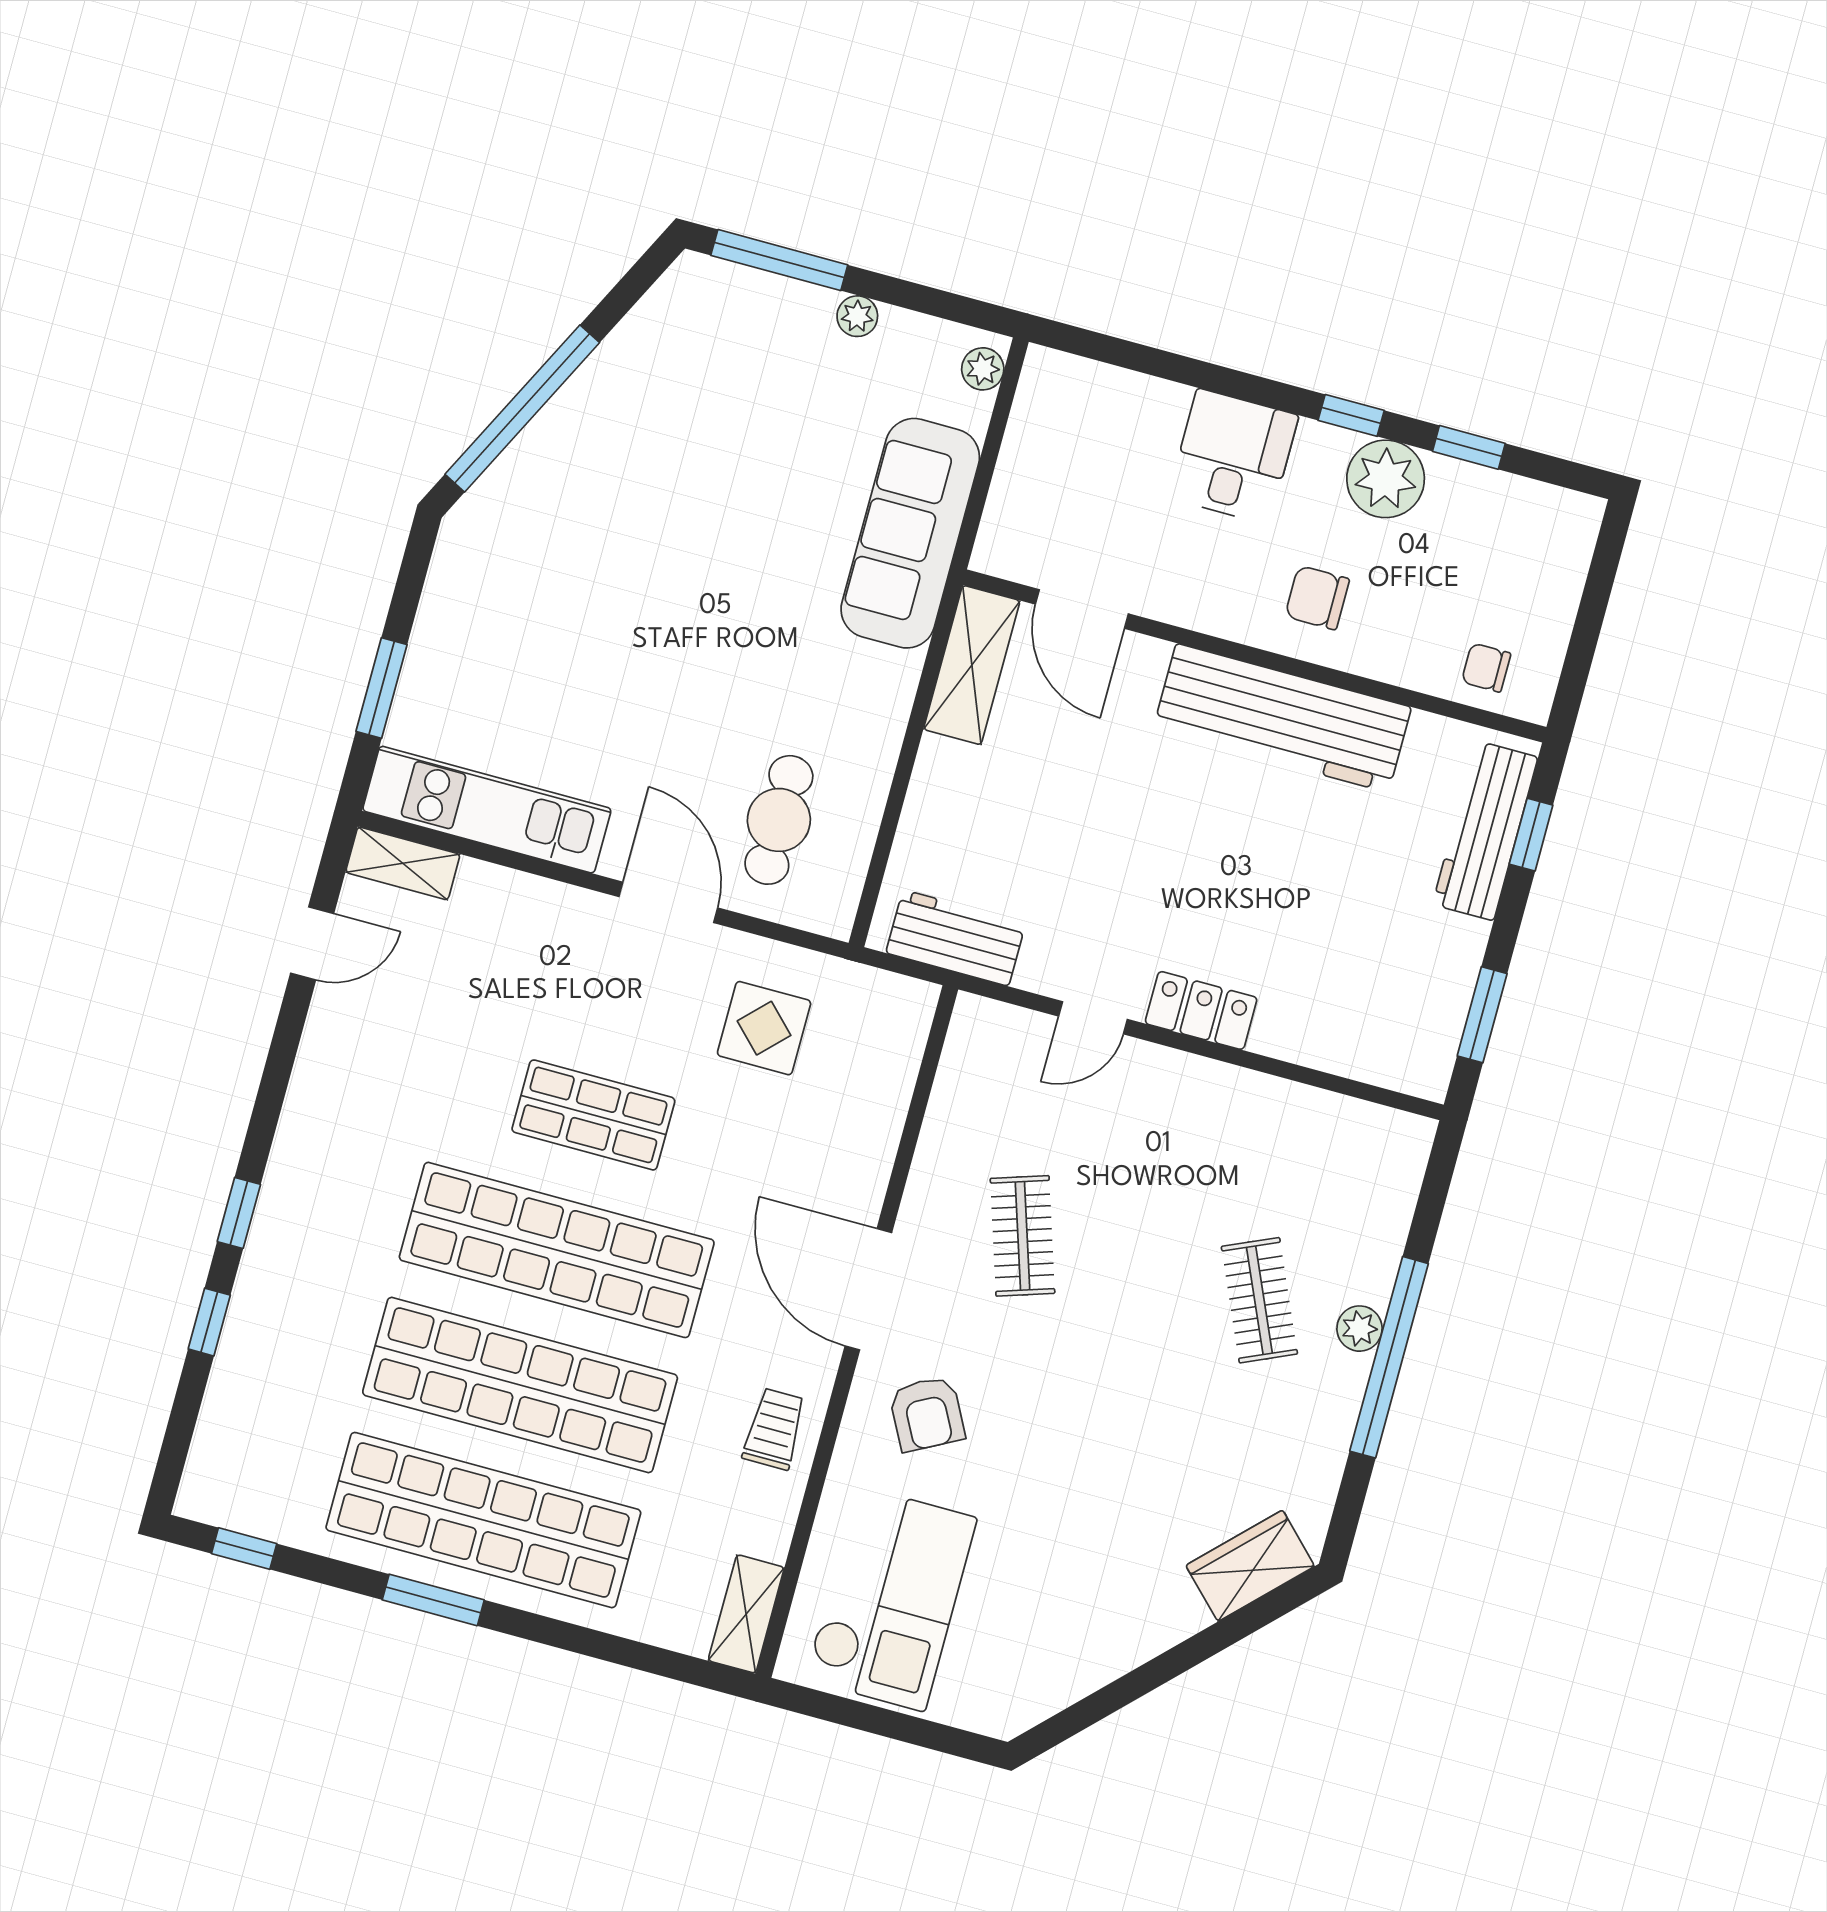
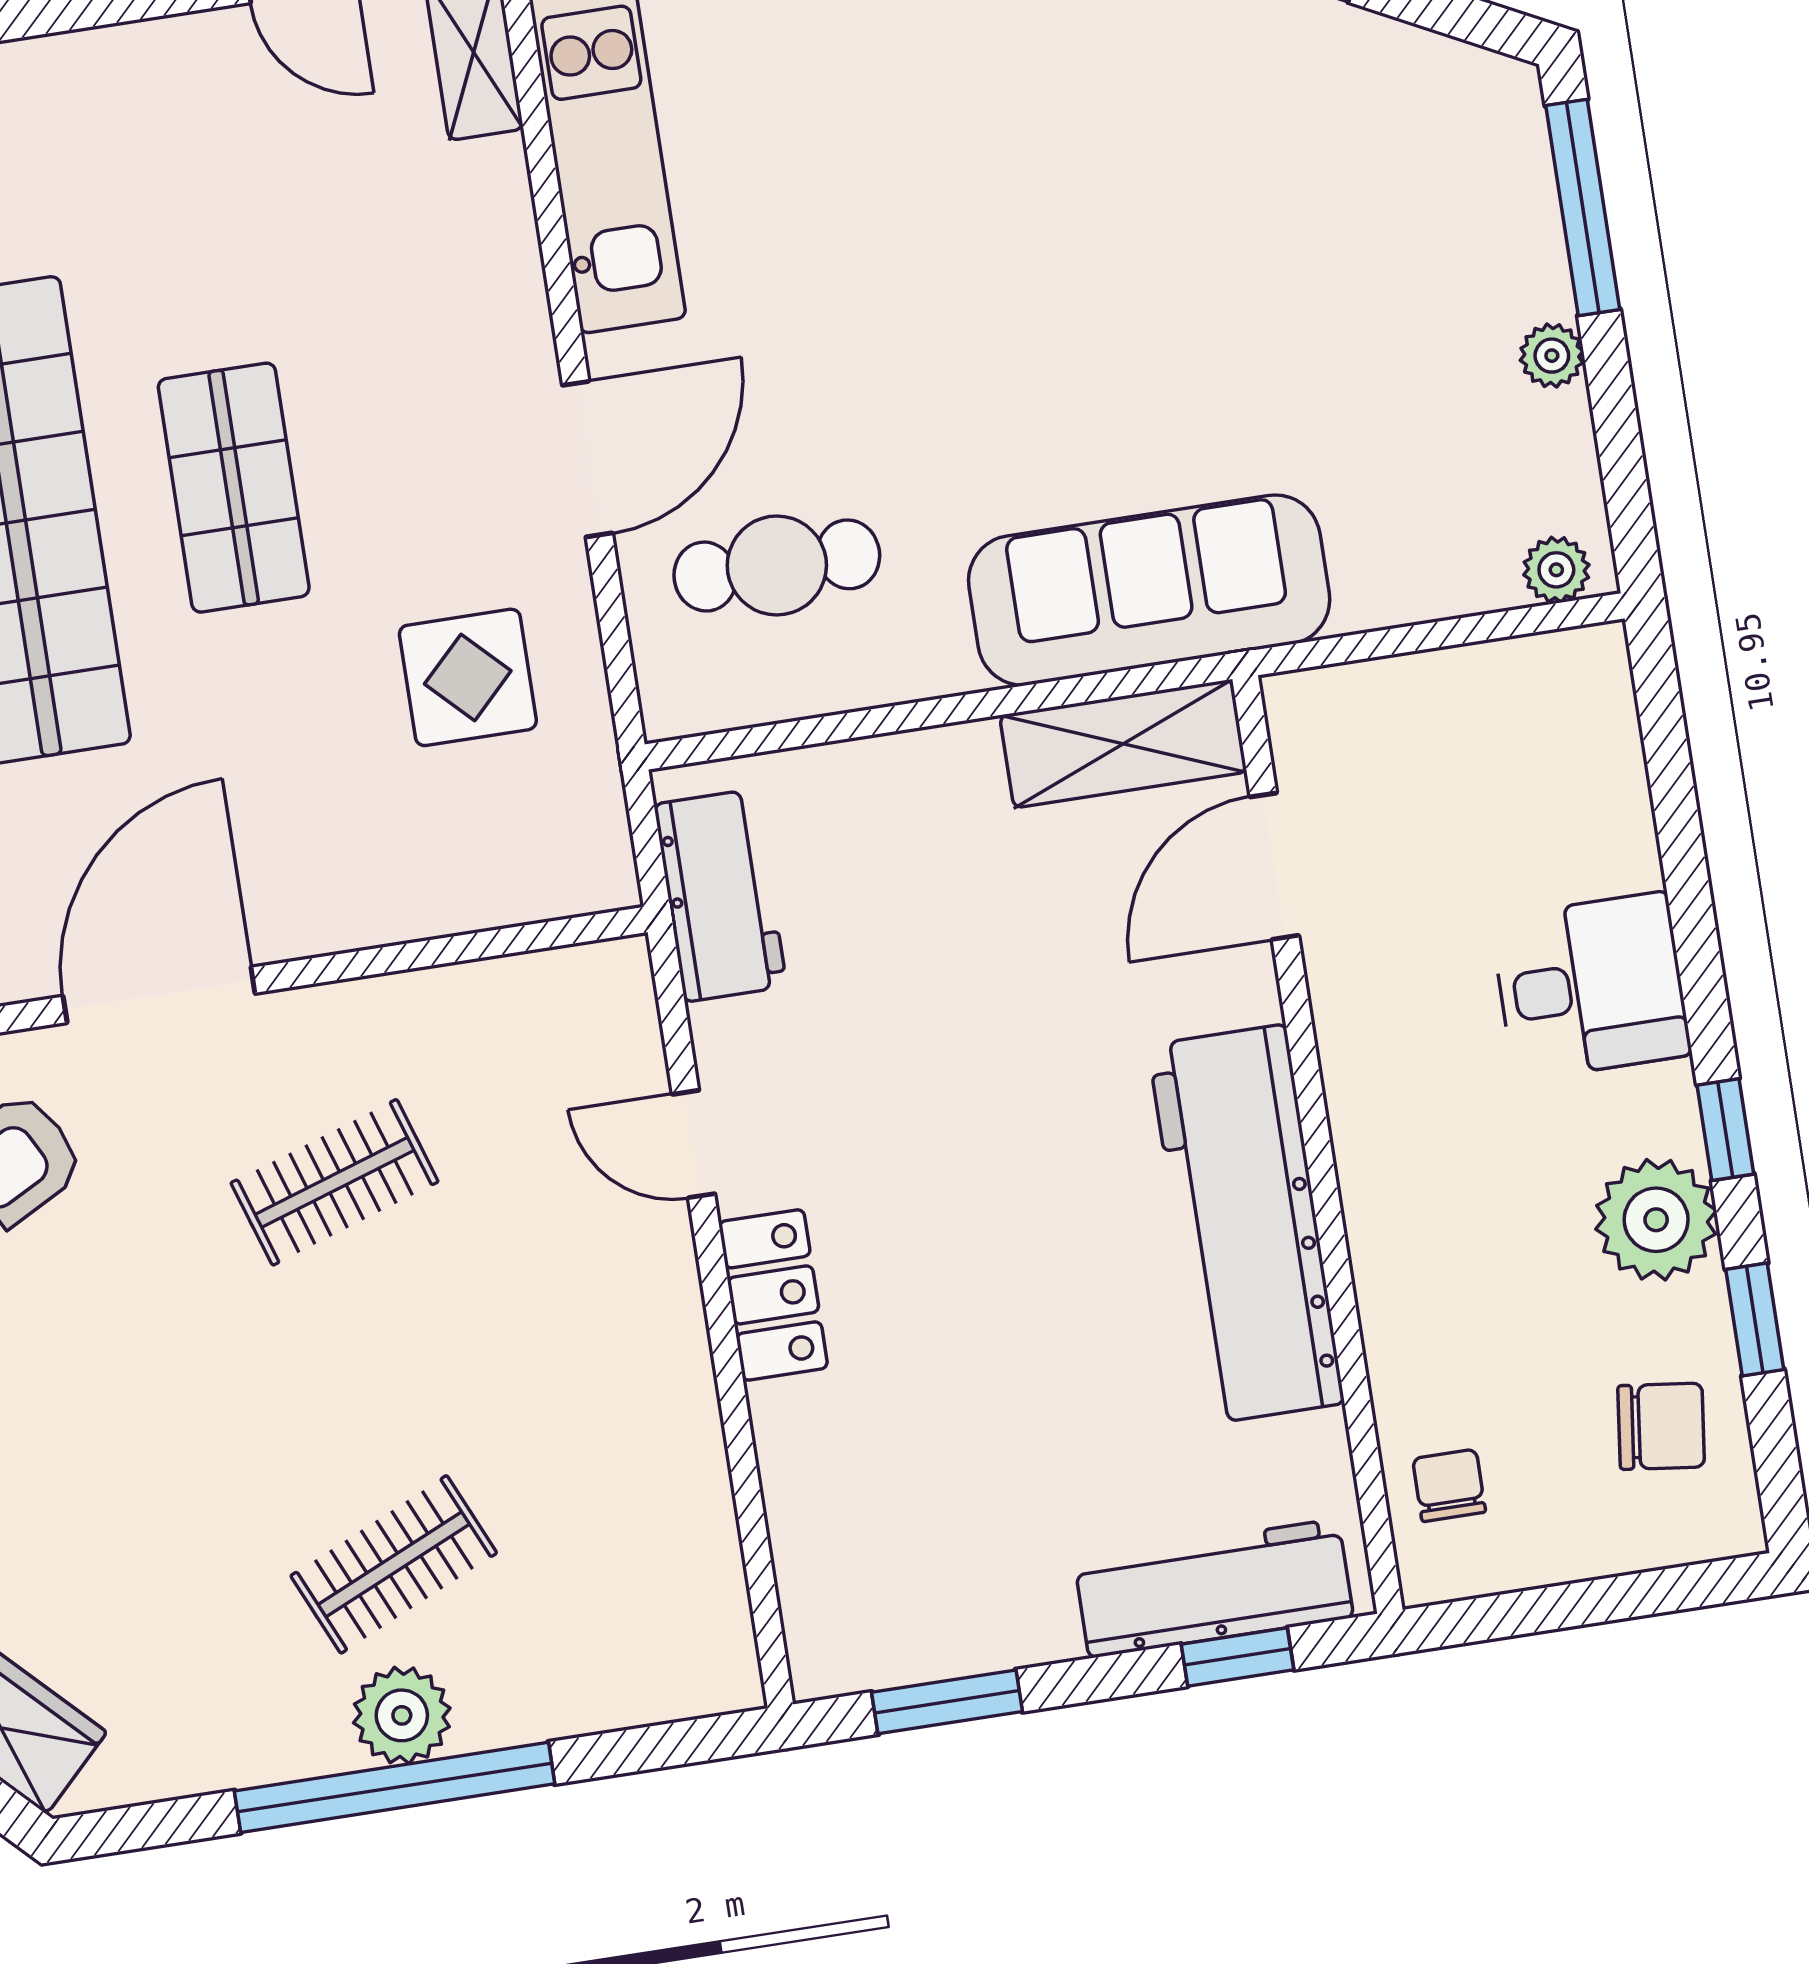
sofa: (910, 533) -> (1149, 590), moved
chair: (1317, 598) -> (1661, 1426), moved, turned 97
plant: (1360, 1329) -> (402, 1715), width x1.38, depth x1.38

